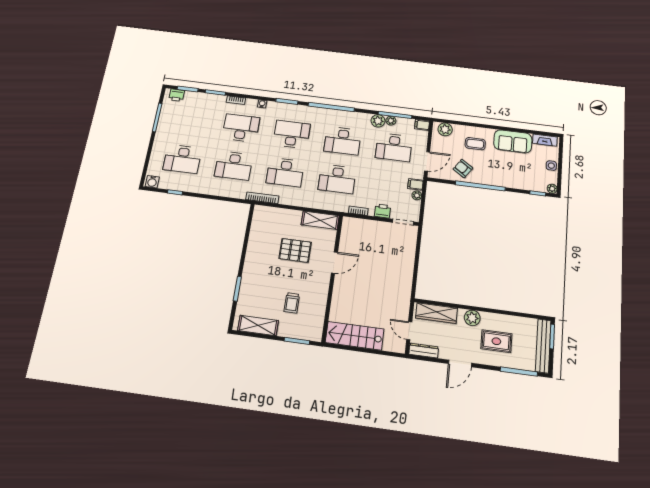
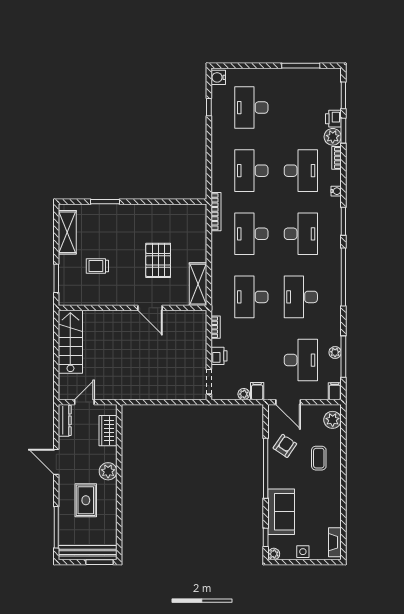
printer: (177, 95) -> (333, 119), moved
plant: (378, 121) -> (333, 137), moved
sofa: (513, 141) -> (281, 512), moved, turned 180
desk: (394, 147) -> (301, 360), turned 180
wardrobe: (436, 313) -> (108, 431), width x0.67

